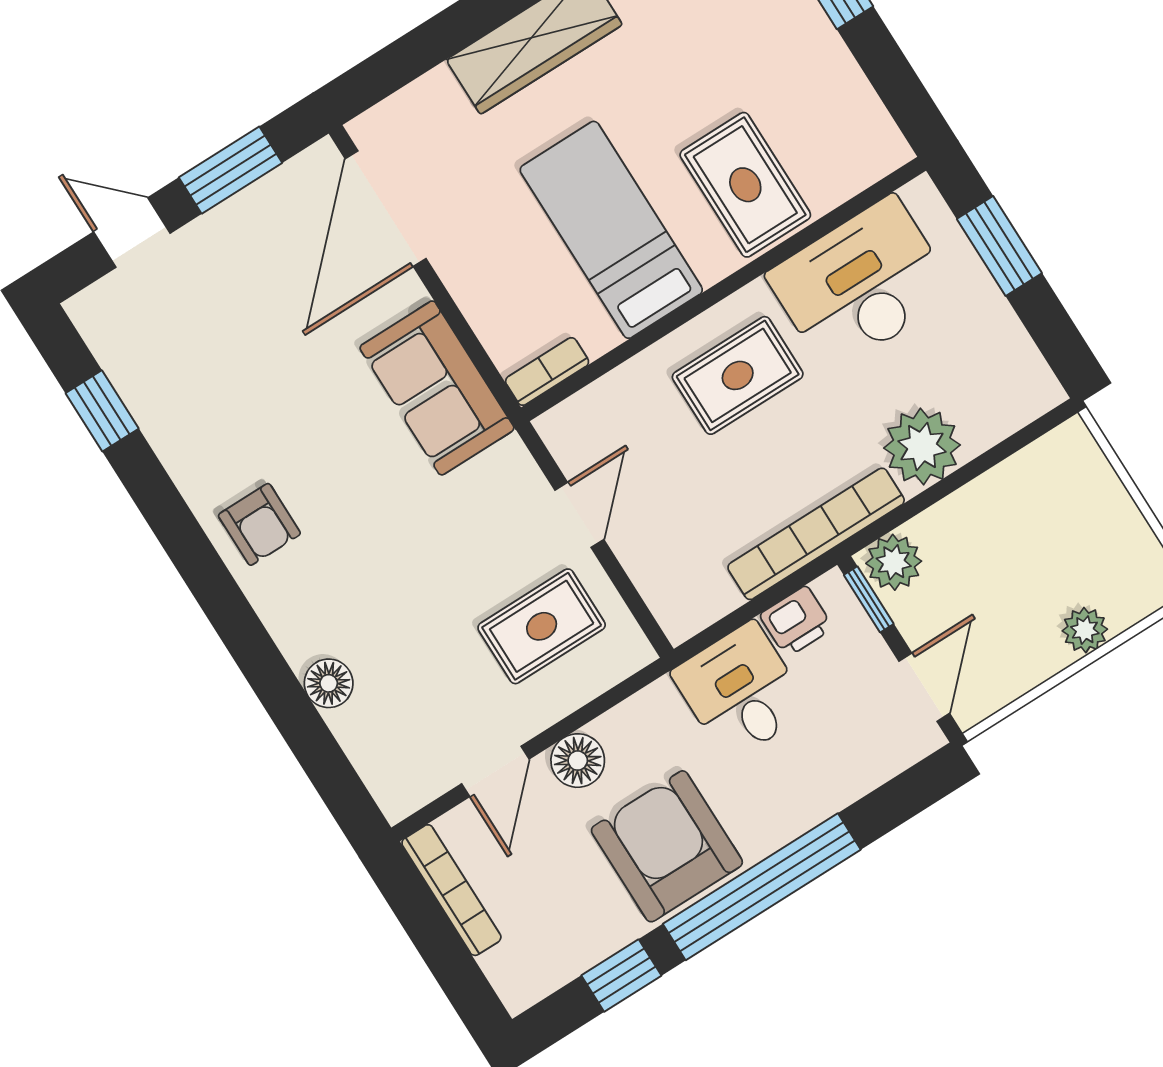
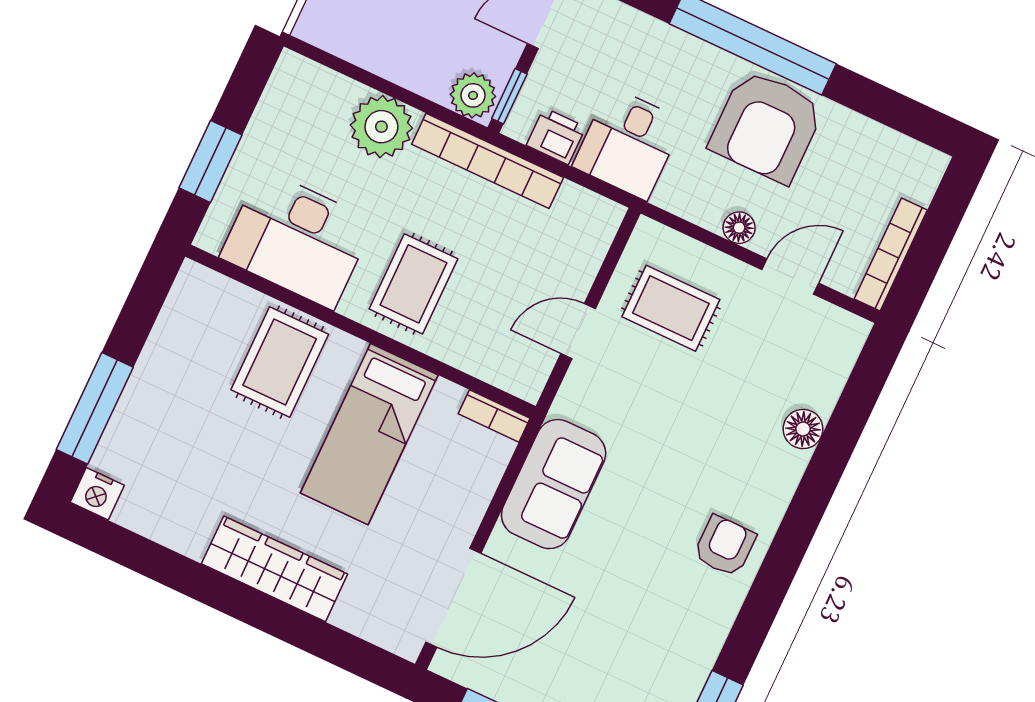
rug: (738, 375) -> (413, 284), turned 90
floor lamp: (578, 761) -> (739, 228), width x0.73, depth x0.73
window: (621, 976) -> (875, 101), removed

